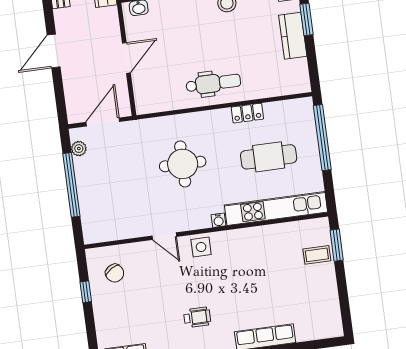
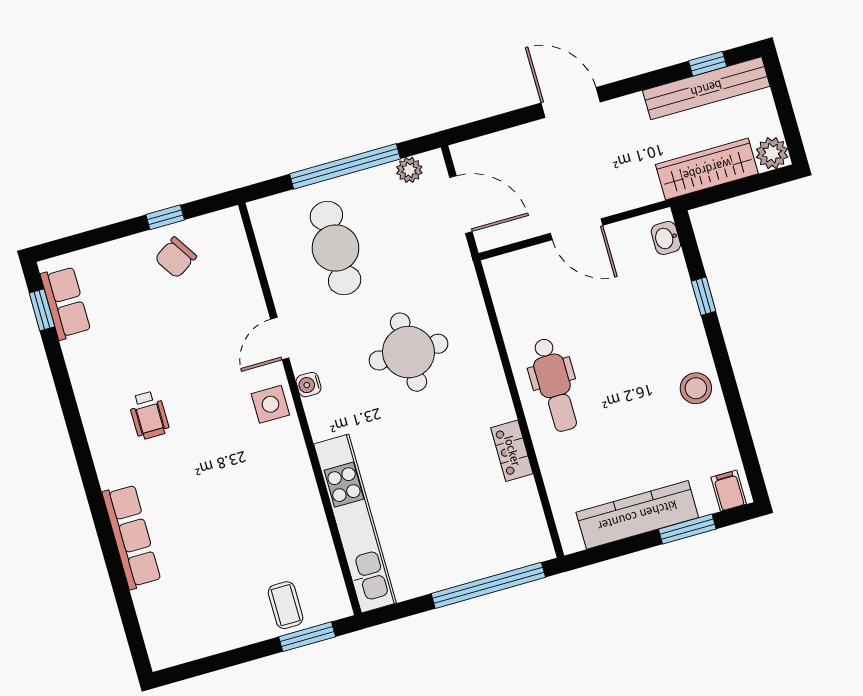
kitchen counter: (293, 36) -> (637, 515), width x1.50
cafe table: (269, 157) -> (336, 248), moved
water cooler: (218, 220) -> (308, 385), moved
chair: (115, 273) -> (176, 258), moved

